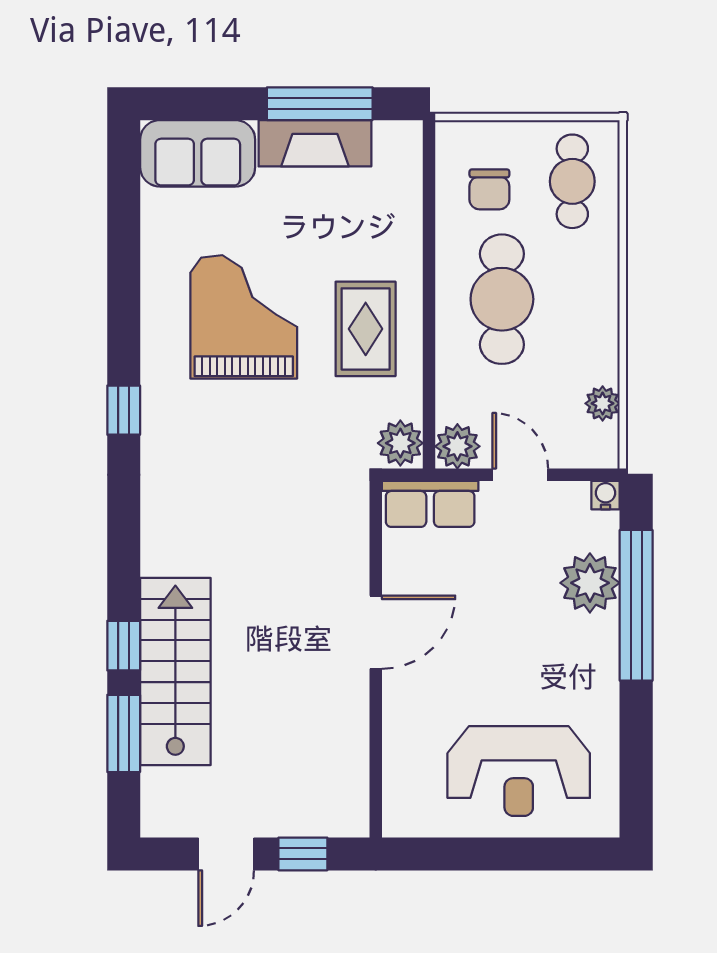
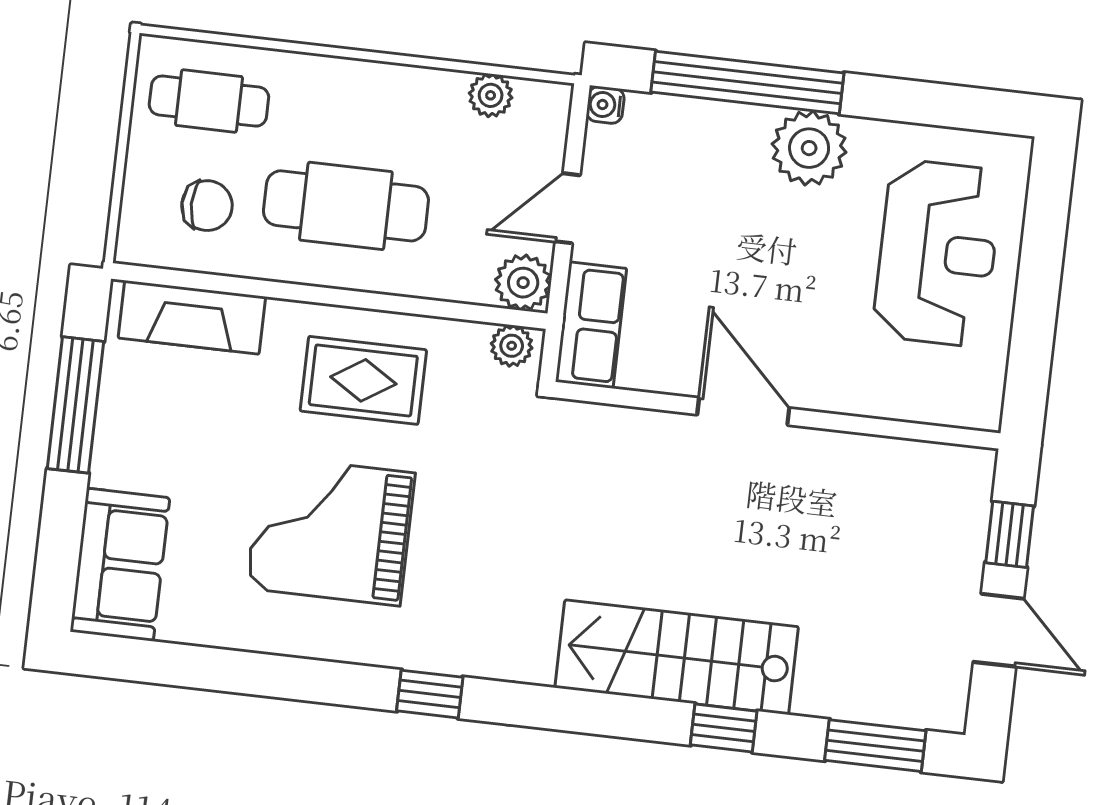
fireplace: (315, 143) -> (192, 317), moved, turned 90
plant: (400, 443) -> (512, 346), width x0.73, depth x0.73
plant: (590, 583) -> (809, 148), moved
stairs: (175, 671) -> (677, 657), moved
window: (124, 733) -> (875, 746), moved

